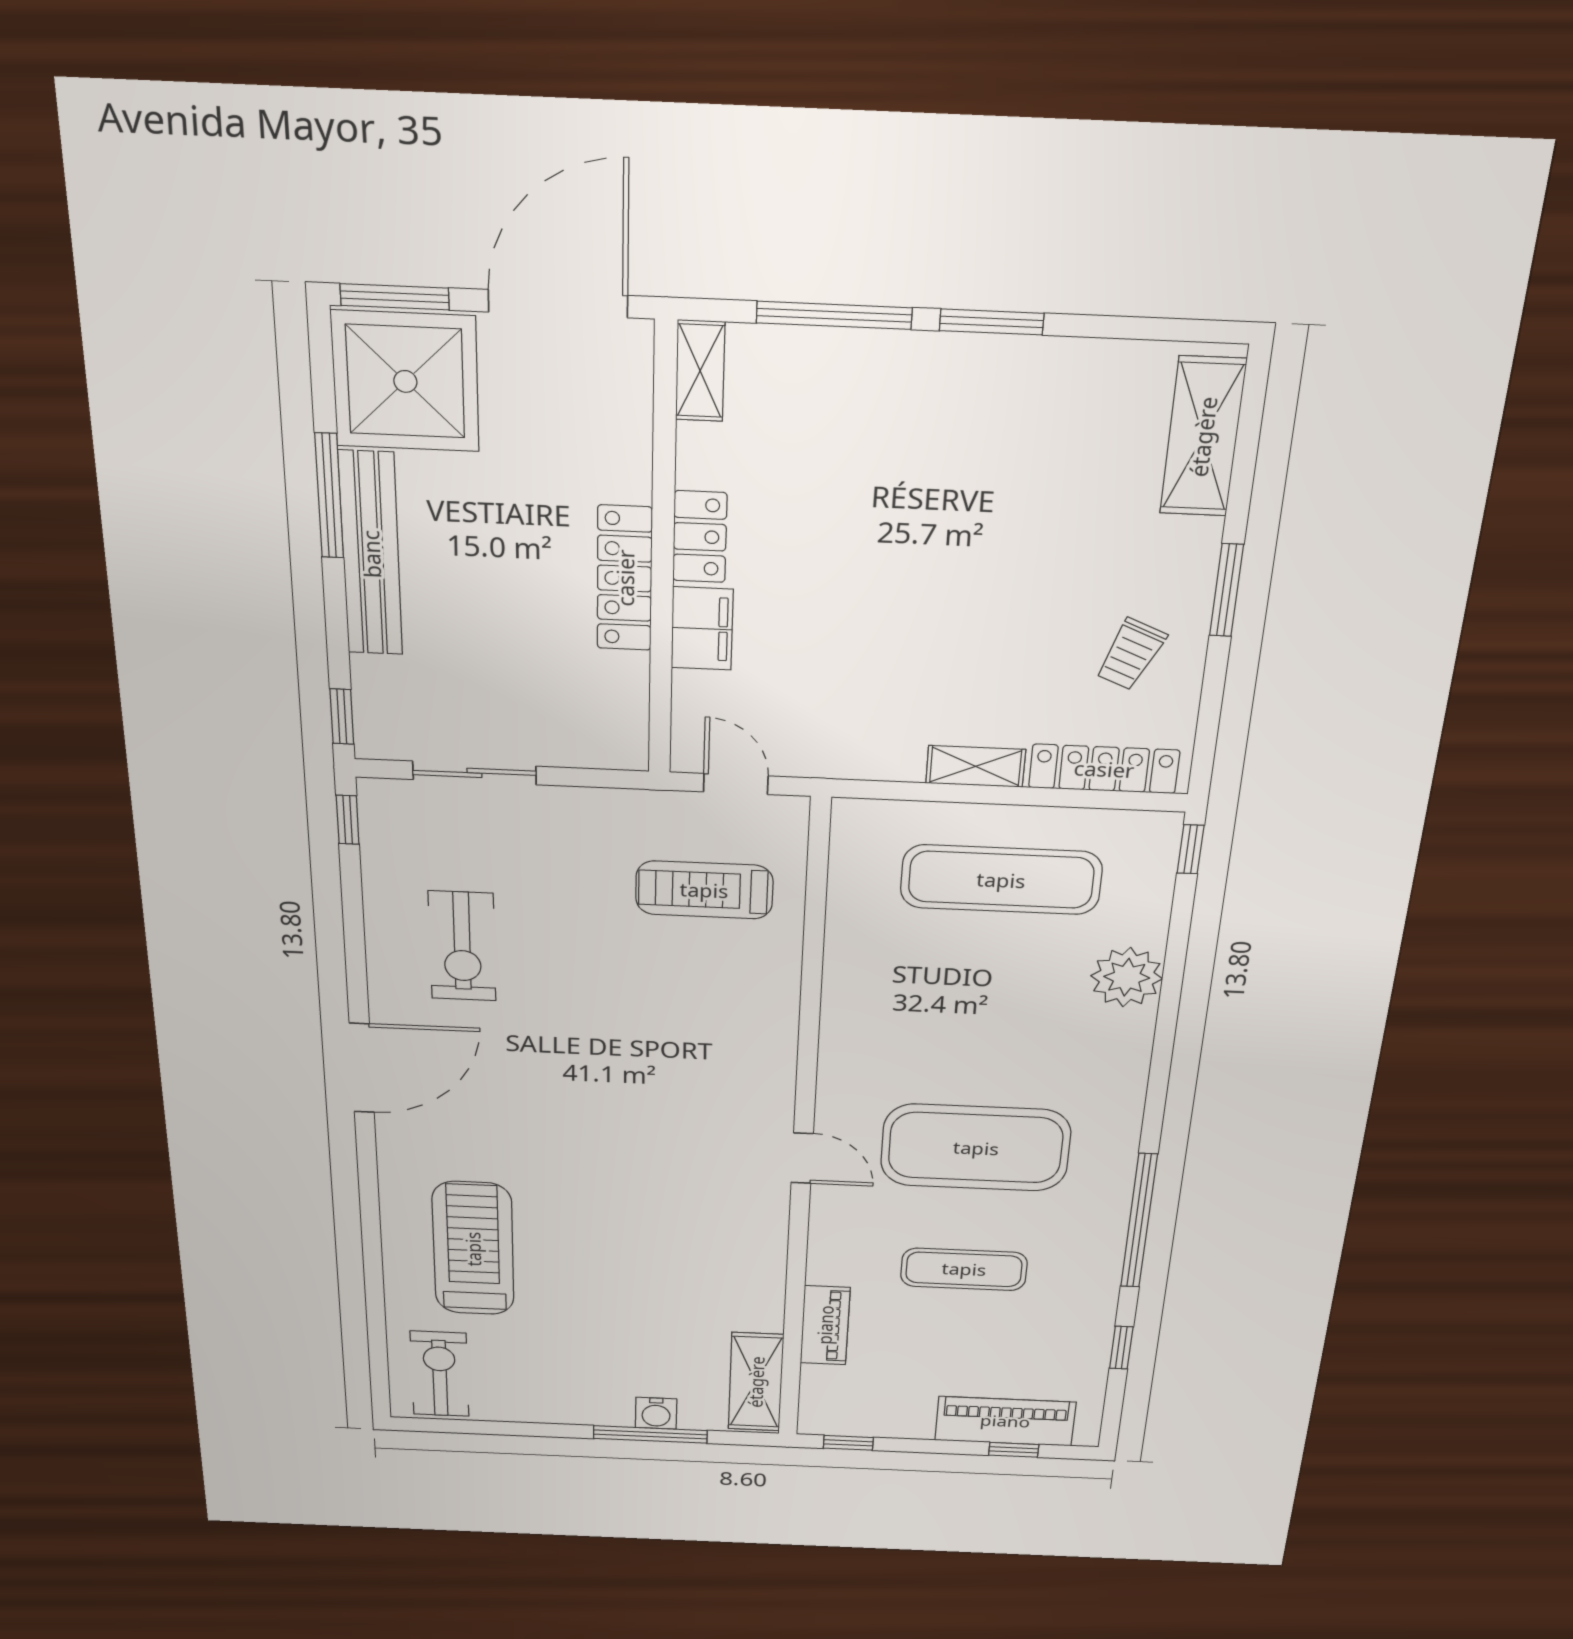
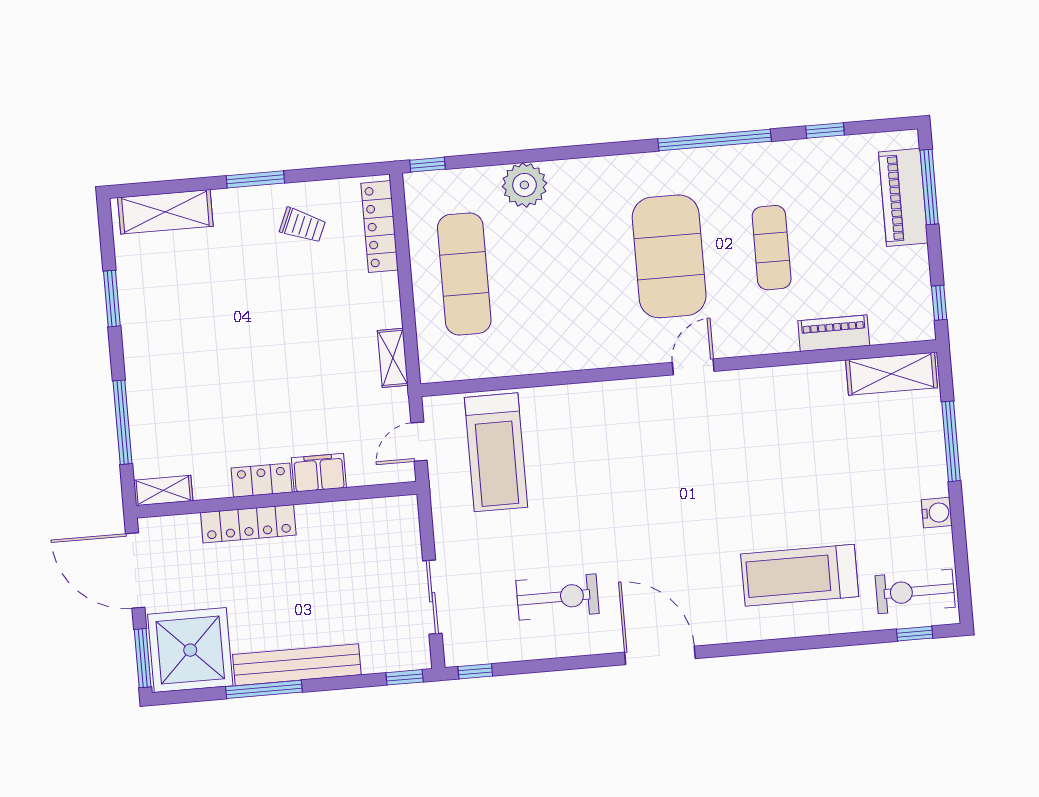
window: (992, 322) -> (112, 299), moved
locker: (625, 578) -> (248, 524), moved
shelving: (976, 766) -> (393, 358), moved
treadmill: (704, 890) -> (496, 452), width x1.37, depth x1.38
window: (379, 1367) -> (915, 634), added
water cooler: (656, 1413) -> (937, 513), moved
window: (1014, 1450) -> (929, 187), width x2.17

